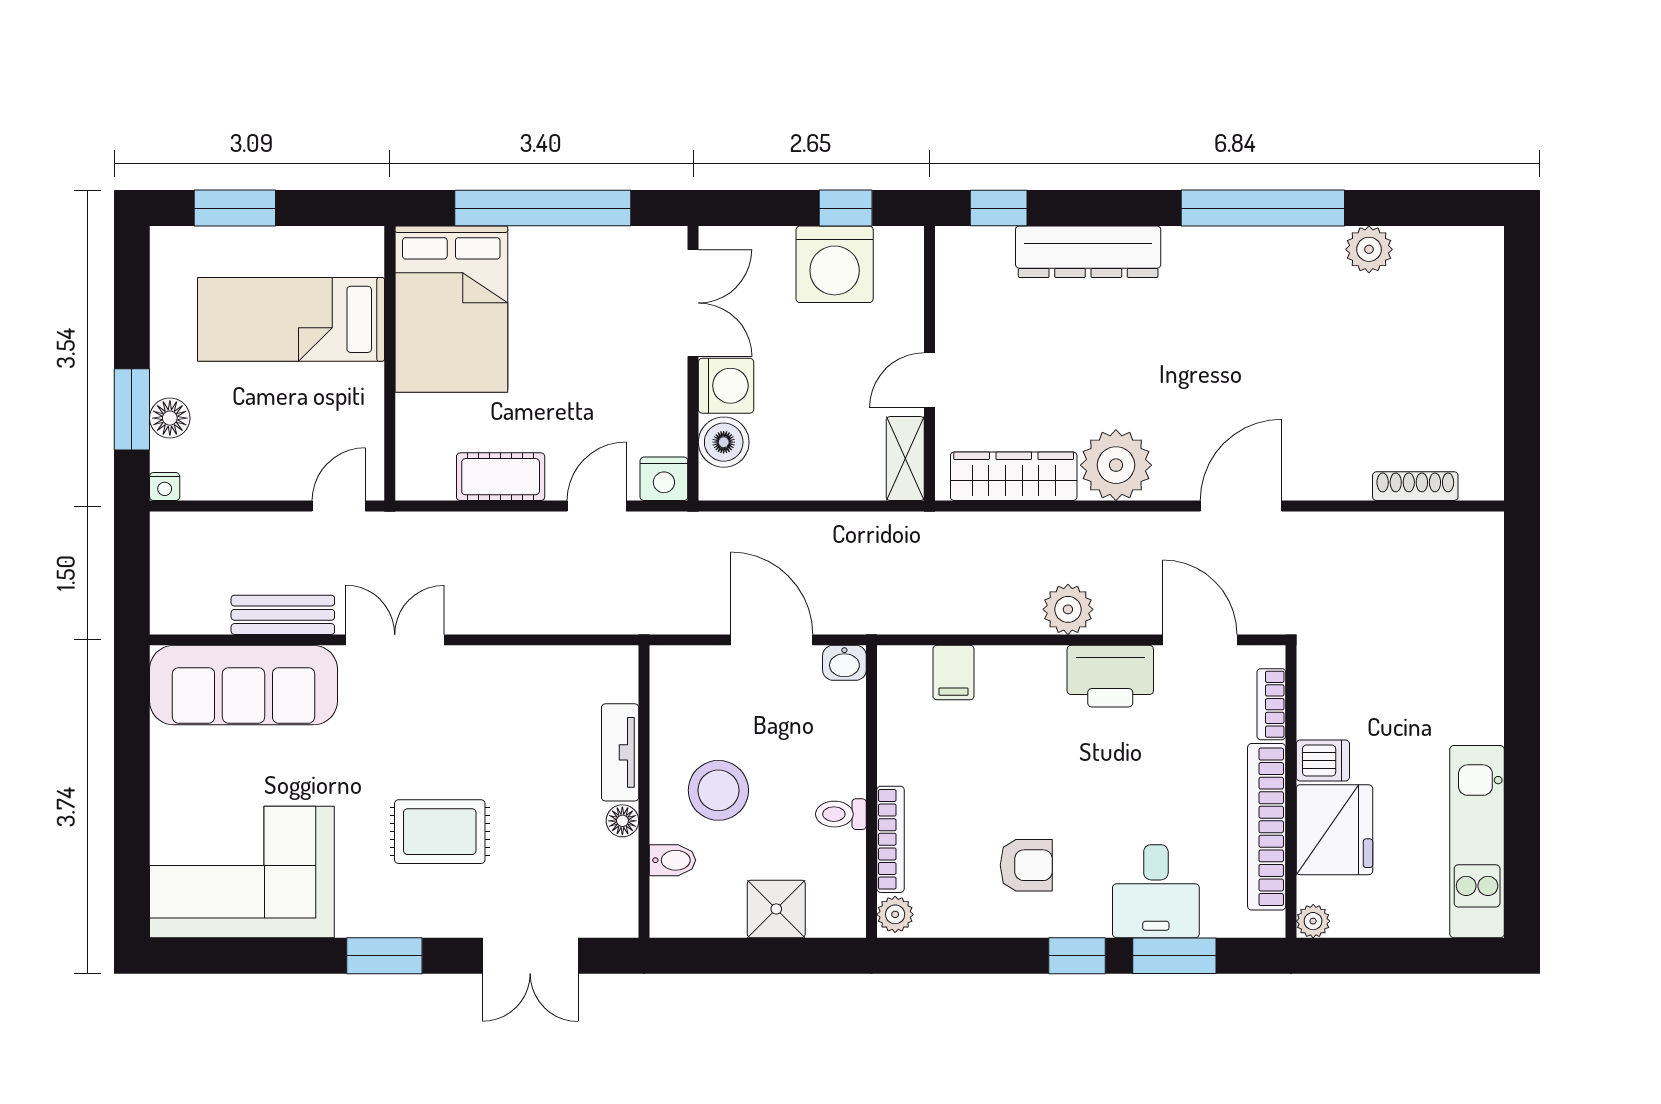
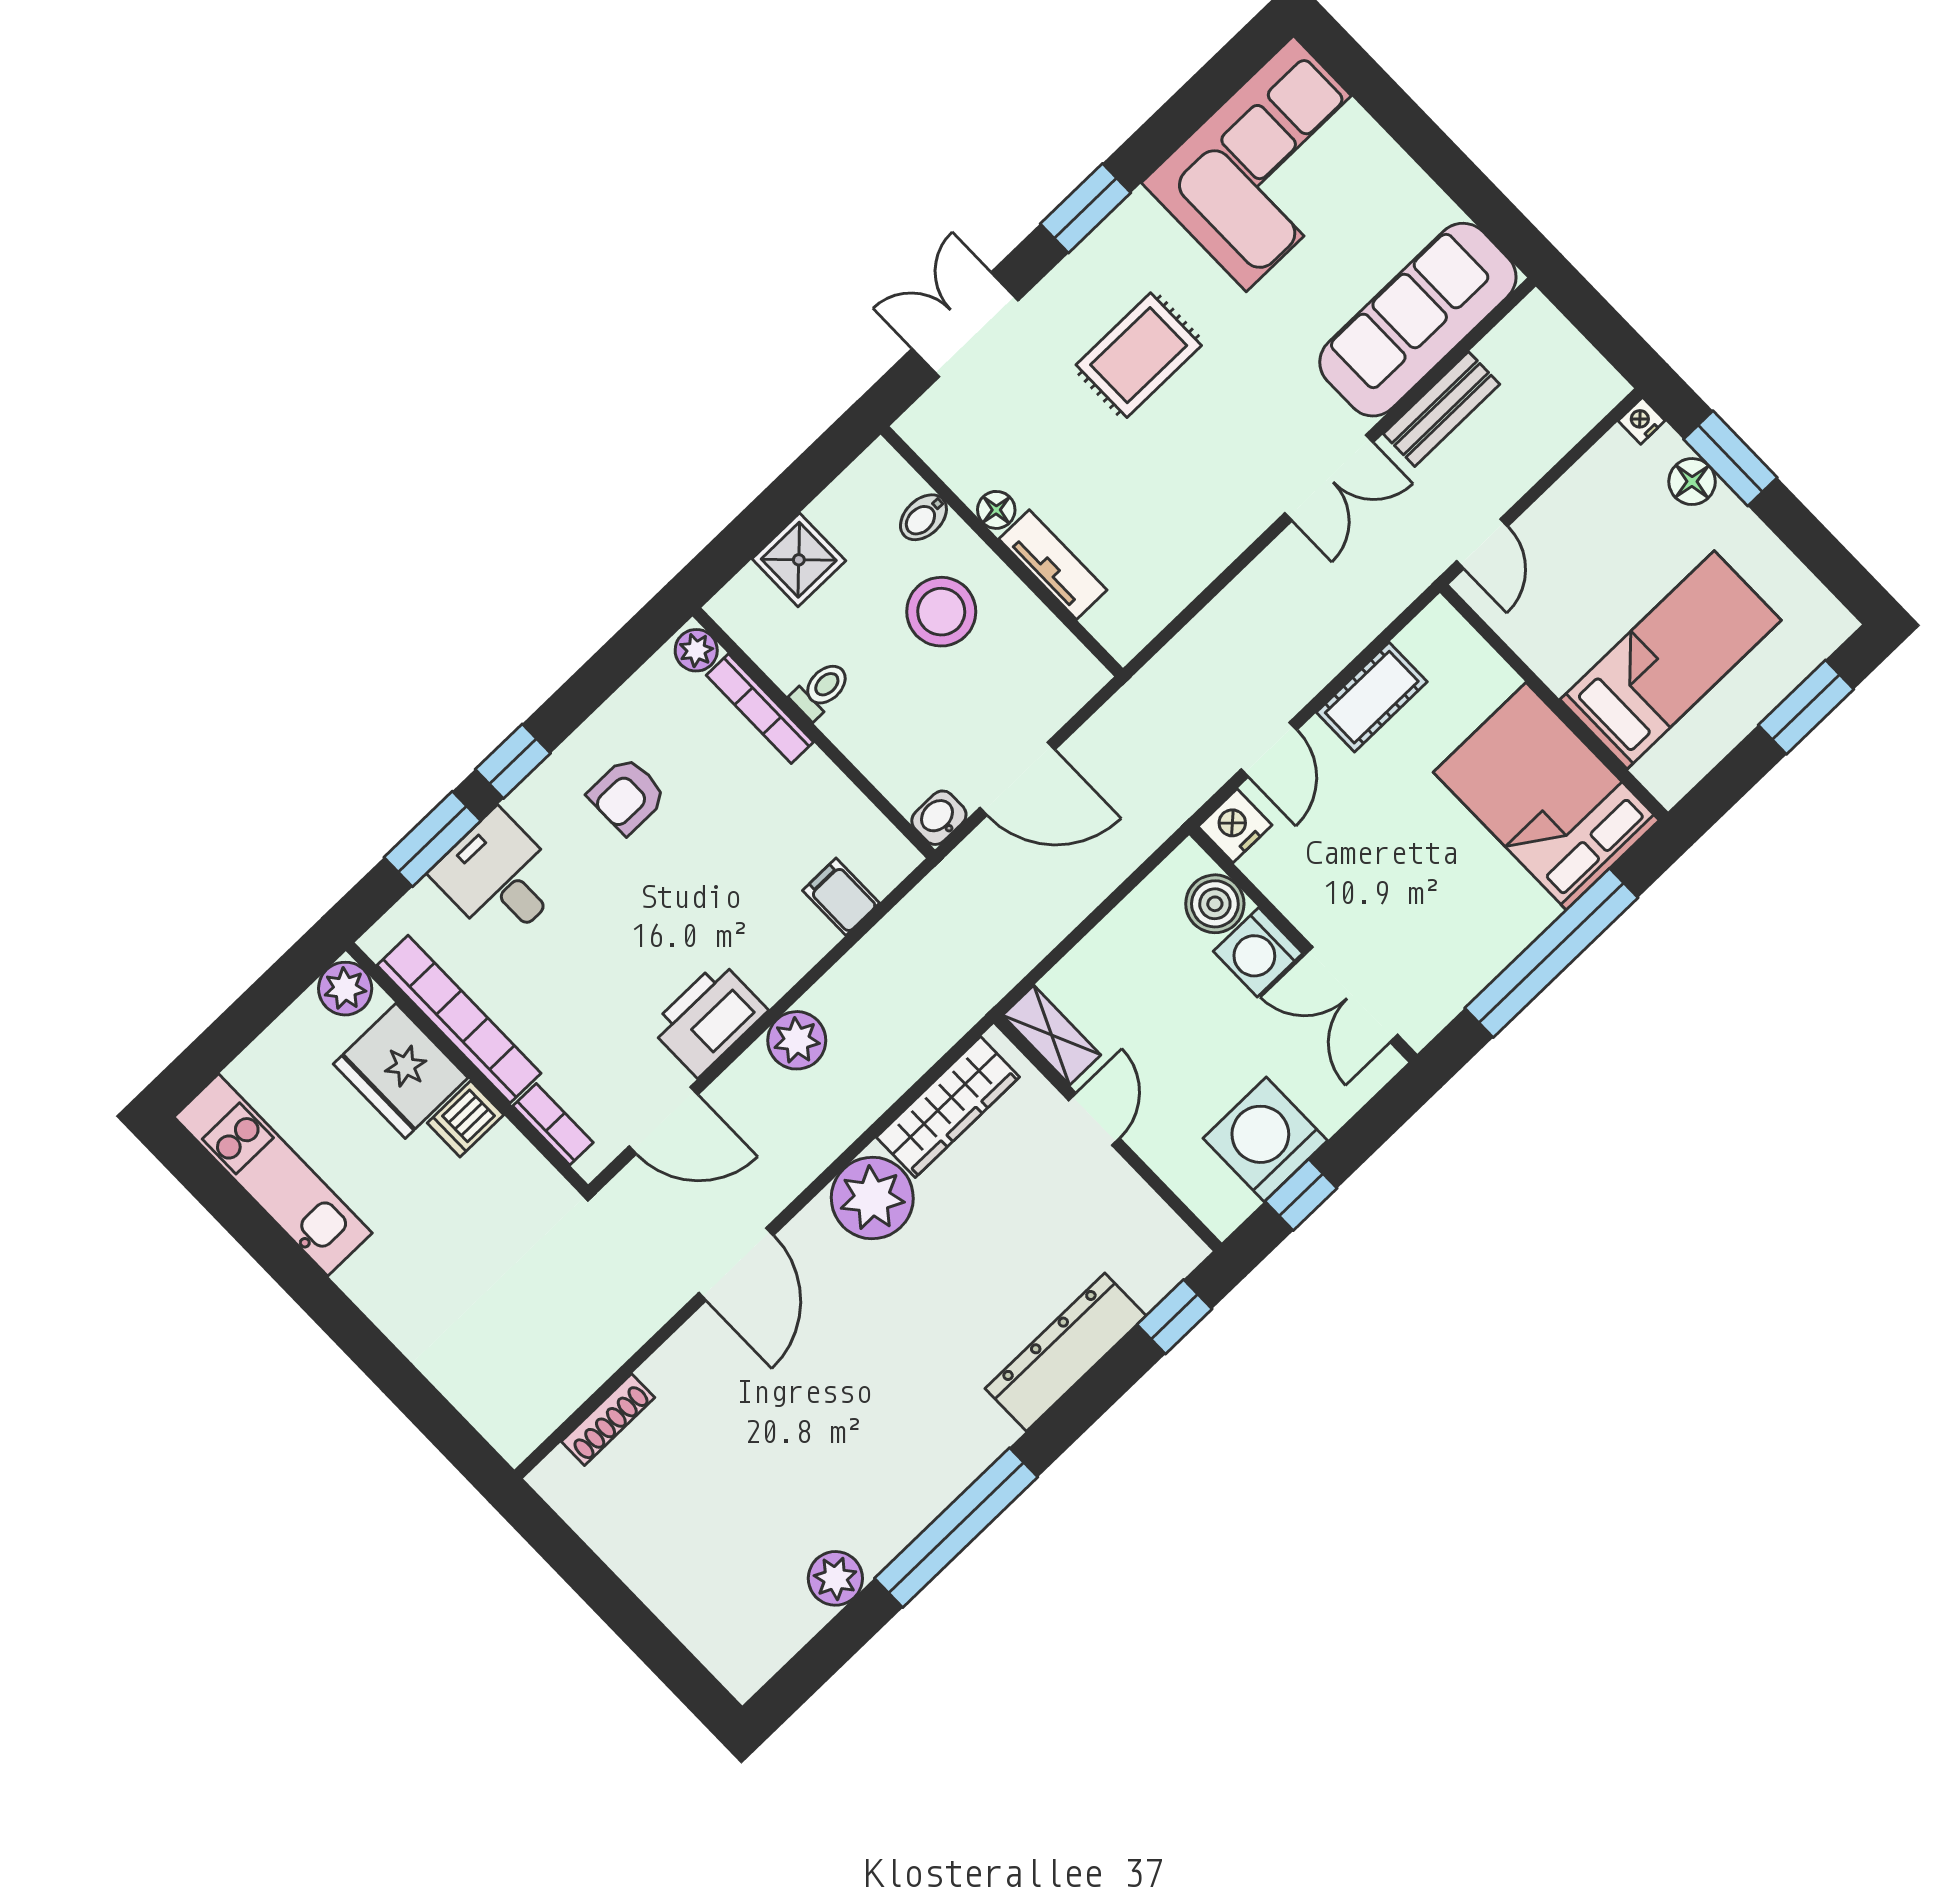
plant: (1313, 921) -> (345, 989), width x1.38, depth x1.38

